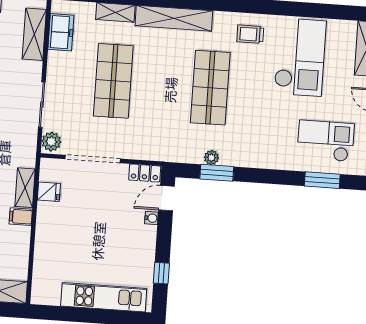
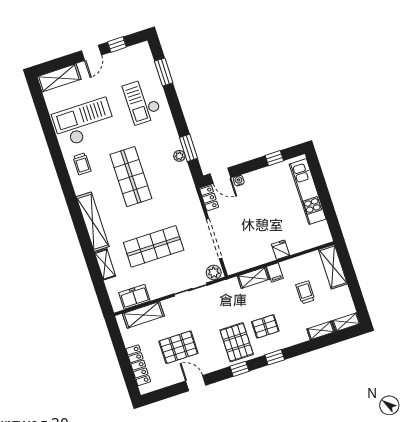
shop shelf: (210, 88) -> (131, 177), turned 90
checkout: (326, 141) -> (142, 101), moved
fridge: (49, 192) -> (281, 250), moved

